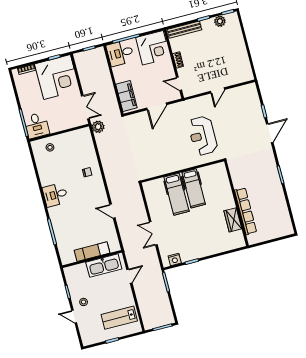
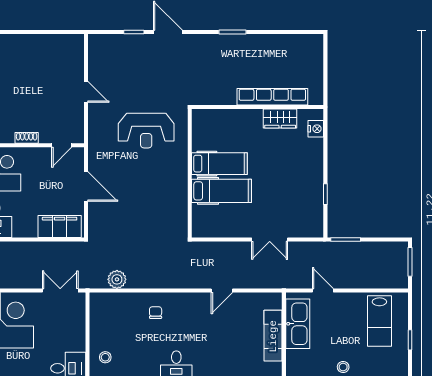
plant: (98, 127) -> (117, 279), moved
nightstand: (175, 259) -> (316, 129), moved

